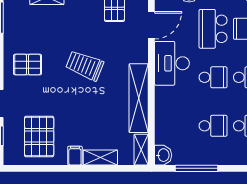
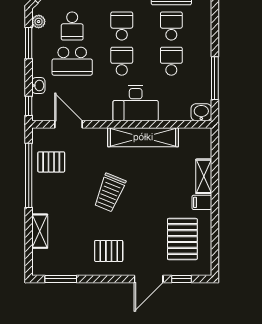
desk: (172, 63) -> (136, 103), moved
pallet: (28, 65) -> (109, 251), turned 90
pallet: (39, 137) -> (182, 239), turned 90
shelving: (141, 150) -> (196, 135), removed

